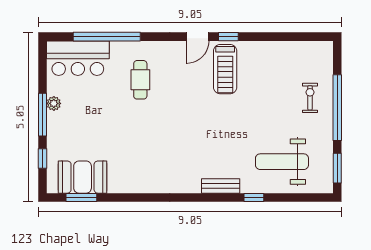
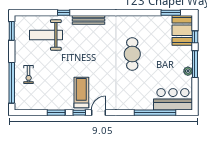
window: (266, 37) -> (56, 113), added
cafe table: (140, 80) -> (132, 54), moved, width x1.37, depth x1.35
window: (337, 108) -> (12, 83), moved
weight bench: (282, 162) -> (46, 35), turned 180
booth: (83, 177) -> (182, 30), moved, turned 90
bench: (221, 186) -> (88, 20), width x1.36

